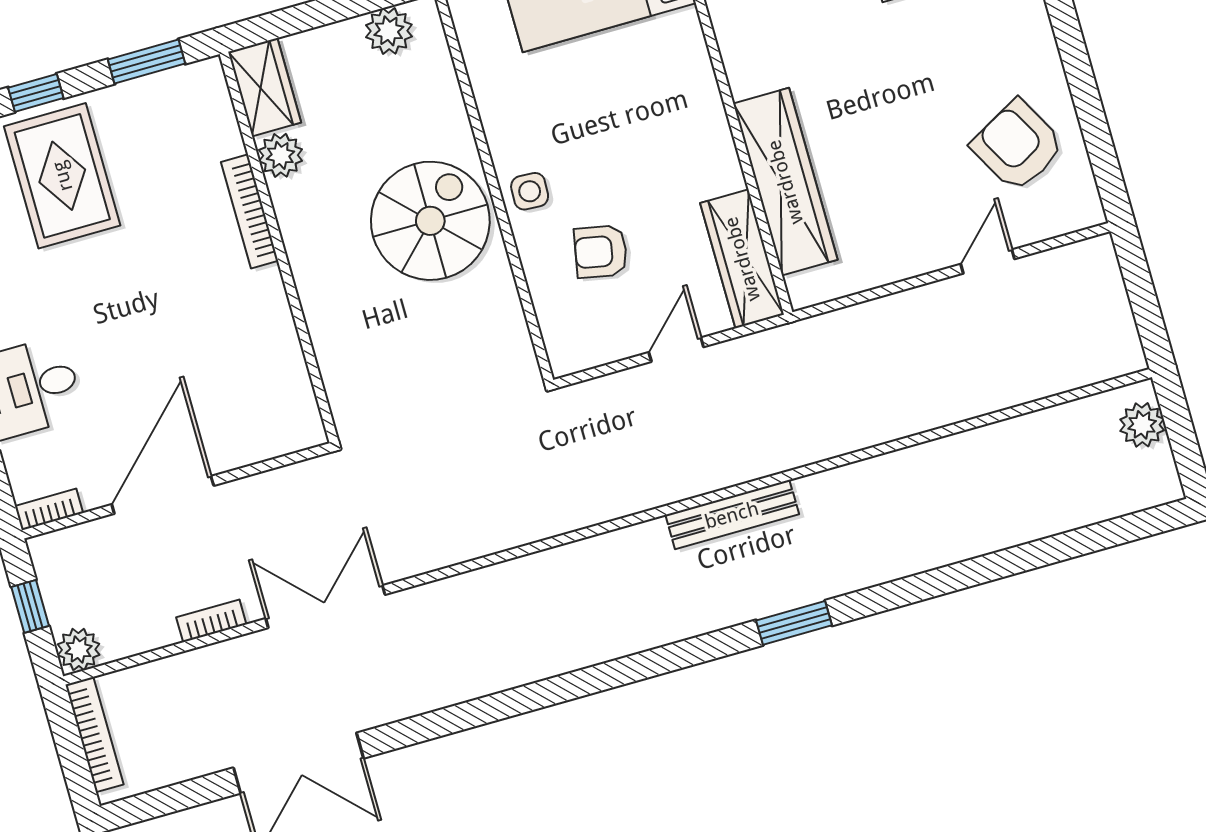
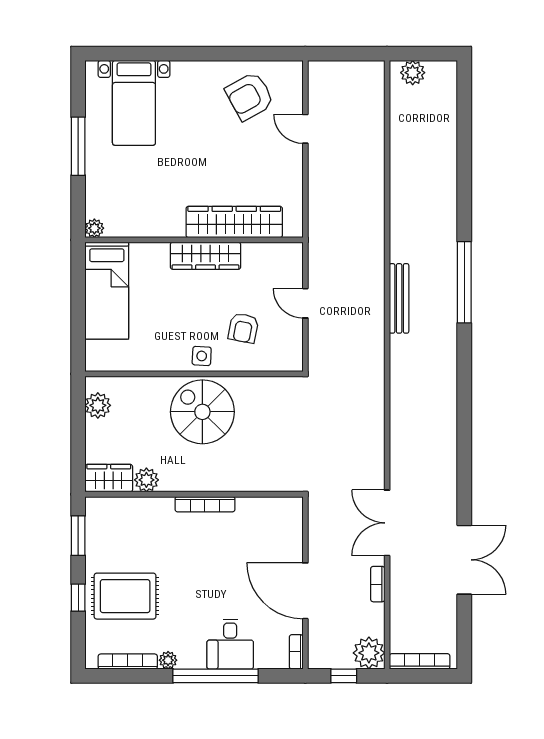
bookcase: (250, 211) -> (205, 504), moved
wardrobe: (742, 259) -> (205, 256), moved
window: (794, 623) -> (464, 282), width x2.11
plant: (79, 650) -> (369, 653), width x1.36, depth x1.36

